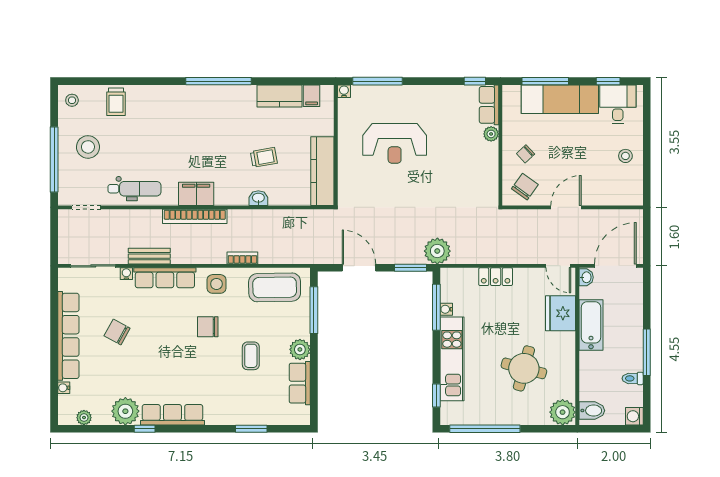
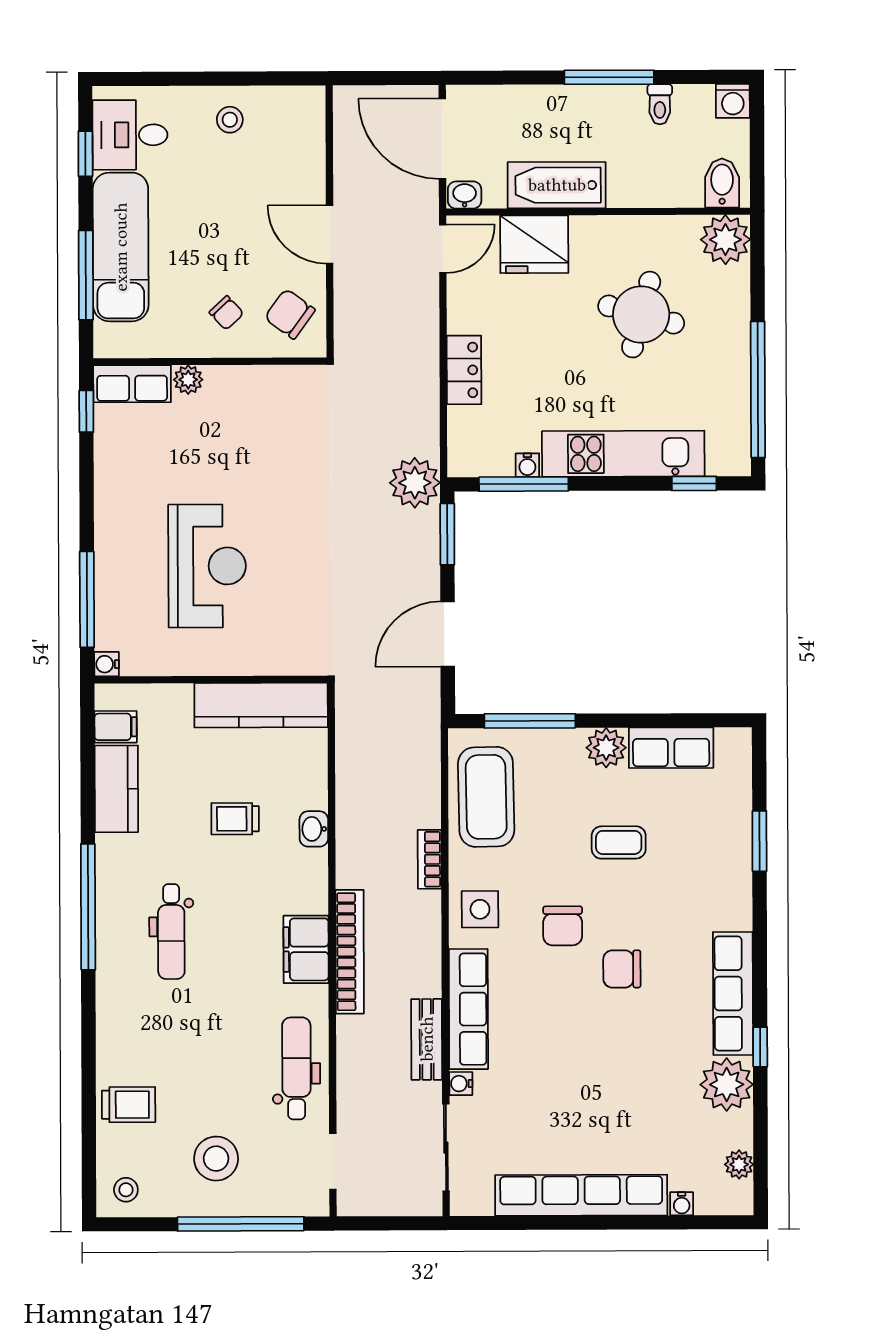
dental chair: (206, 124) -> (171, 932), added
trolley: (264, 157) -> (235, 819), turned -80
chair: (117, 332) -> (622, 969), moved, turned 61

